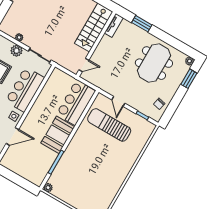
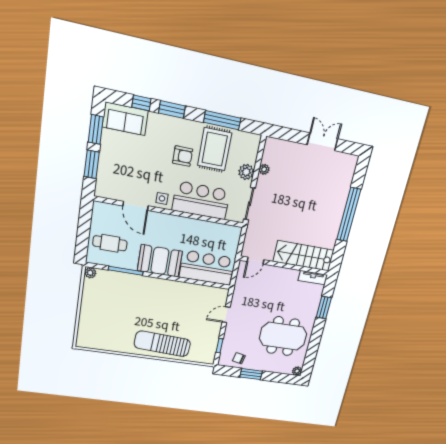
door: (84, 65) -> (255, 261), hinge flipped
window: (189, 79) -> (251, 374), moved
sun lounger: (109, 125) -> (162, 344), moved, turned -87
cafe table: (32, 165) -> (110, 243), added

